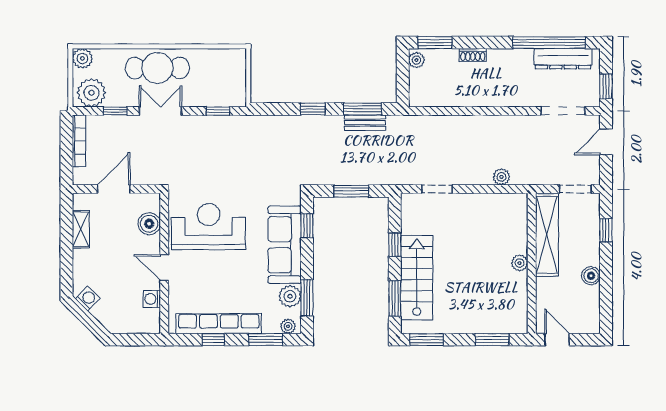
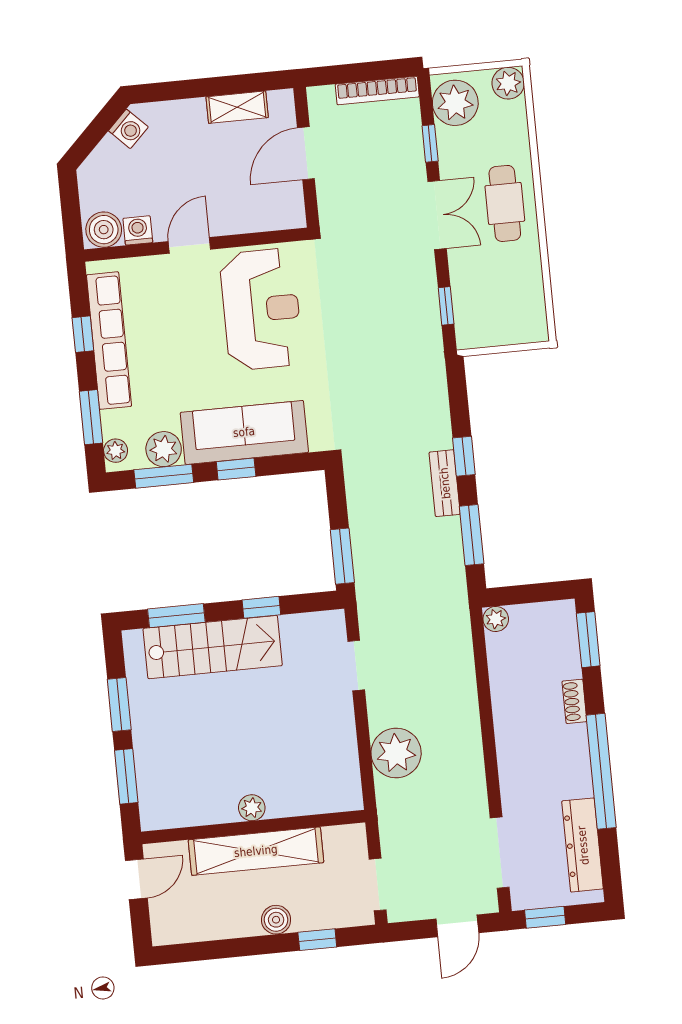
window: (549, 43) -> (601, 771), moved
plant: (416, 60) -> (496, 619), moved
cafe table: (157, 68) -> (505, 203), width x0.73, depth x0.74
bench: (365, 123) -> (445, 483), moved
door: (606, 142) -> (457, 926), swing flipped
plant: (501, 177) -> (396, 753), width x1.88, depth x1.88
door: (114, 189) -> (306, 153), swing flipped
window: (351, 191) -> (342, 556), moved
boiler: (149, 224) -> (104, 230), moved
window: (307, 226) -> (236, 469), moved
shelving: (547, 235) -> (256, 851), moved
boiler: (591, 276) -> (276, 920), moved
window: (427, 340) -> (119, 705), moved

